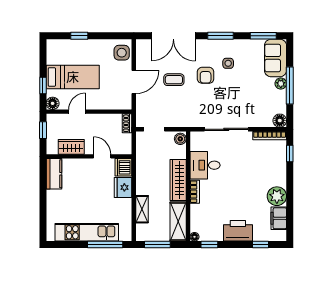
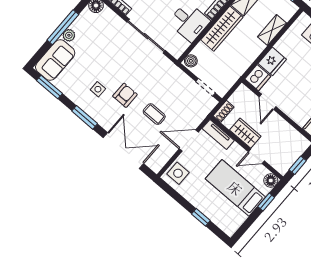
tv unit: (117, 104) -> (218, 134), added
wardrobe: (71, 147) -> (245, 133), moved, turned 180

